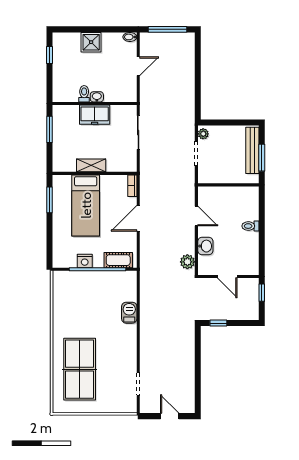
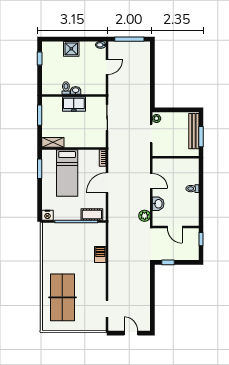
shelving: (91, 165) -> (53, 142), moved
nightstand: (85, 261) -> (47, 215), moved

